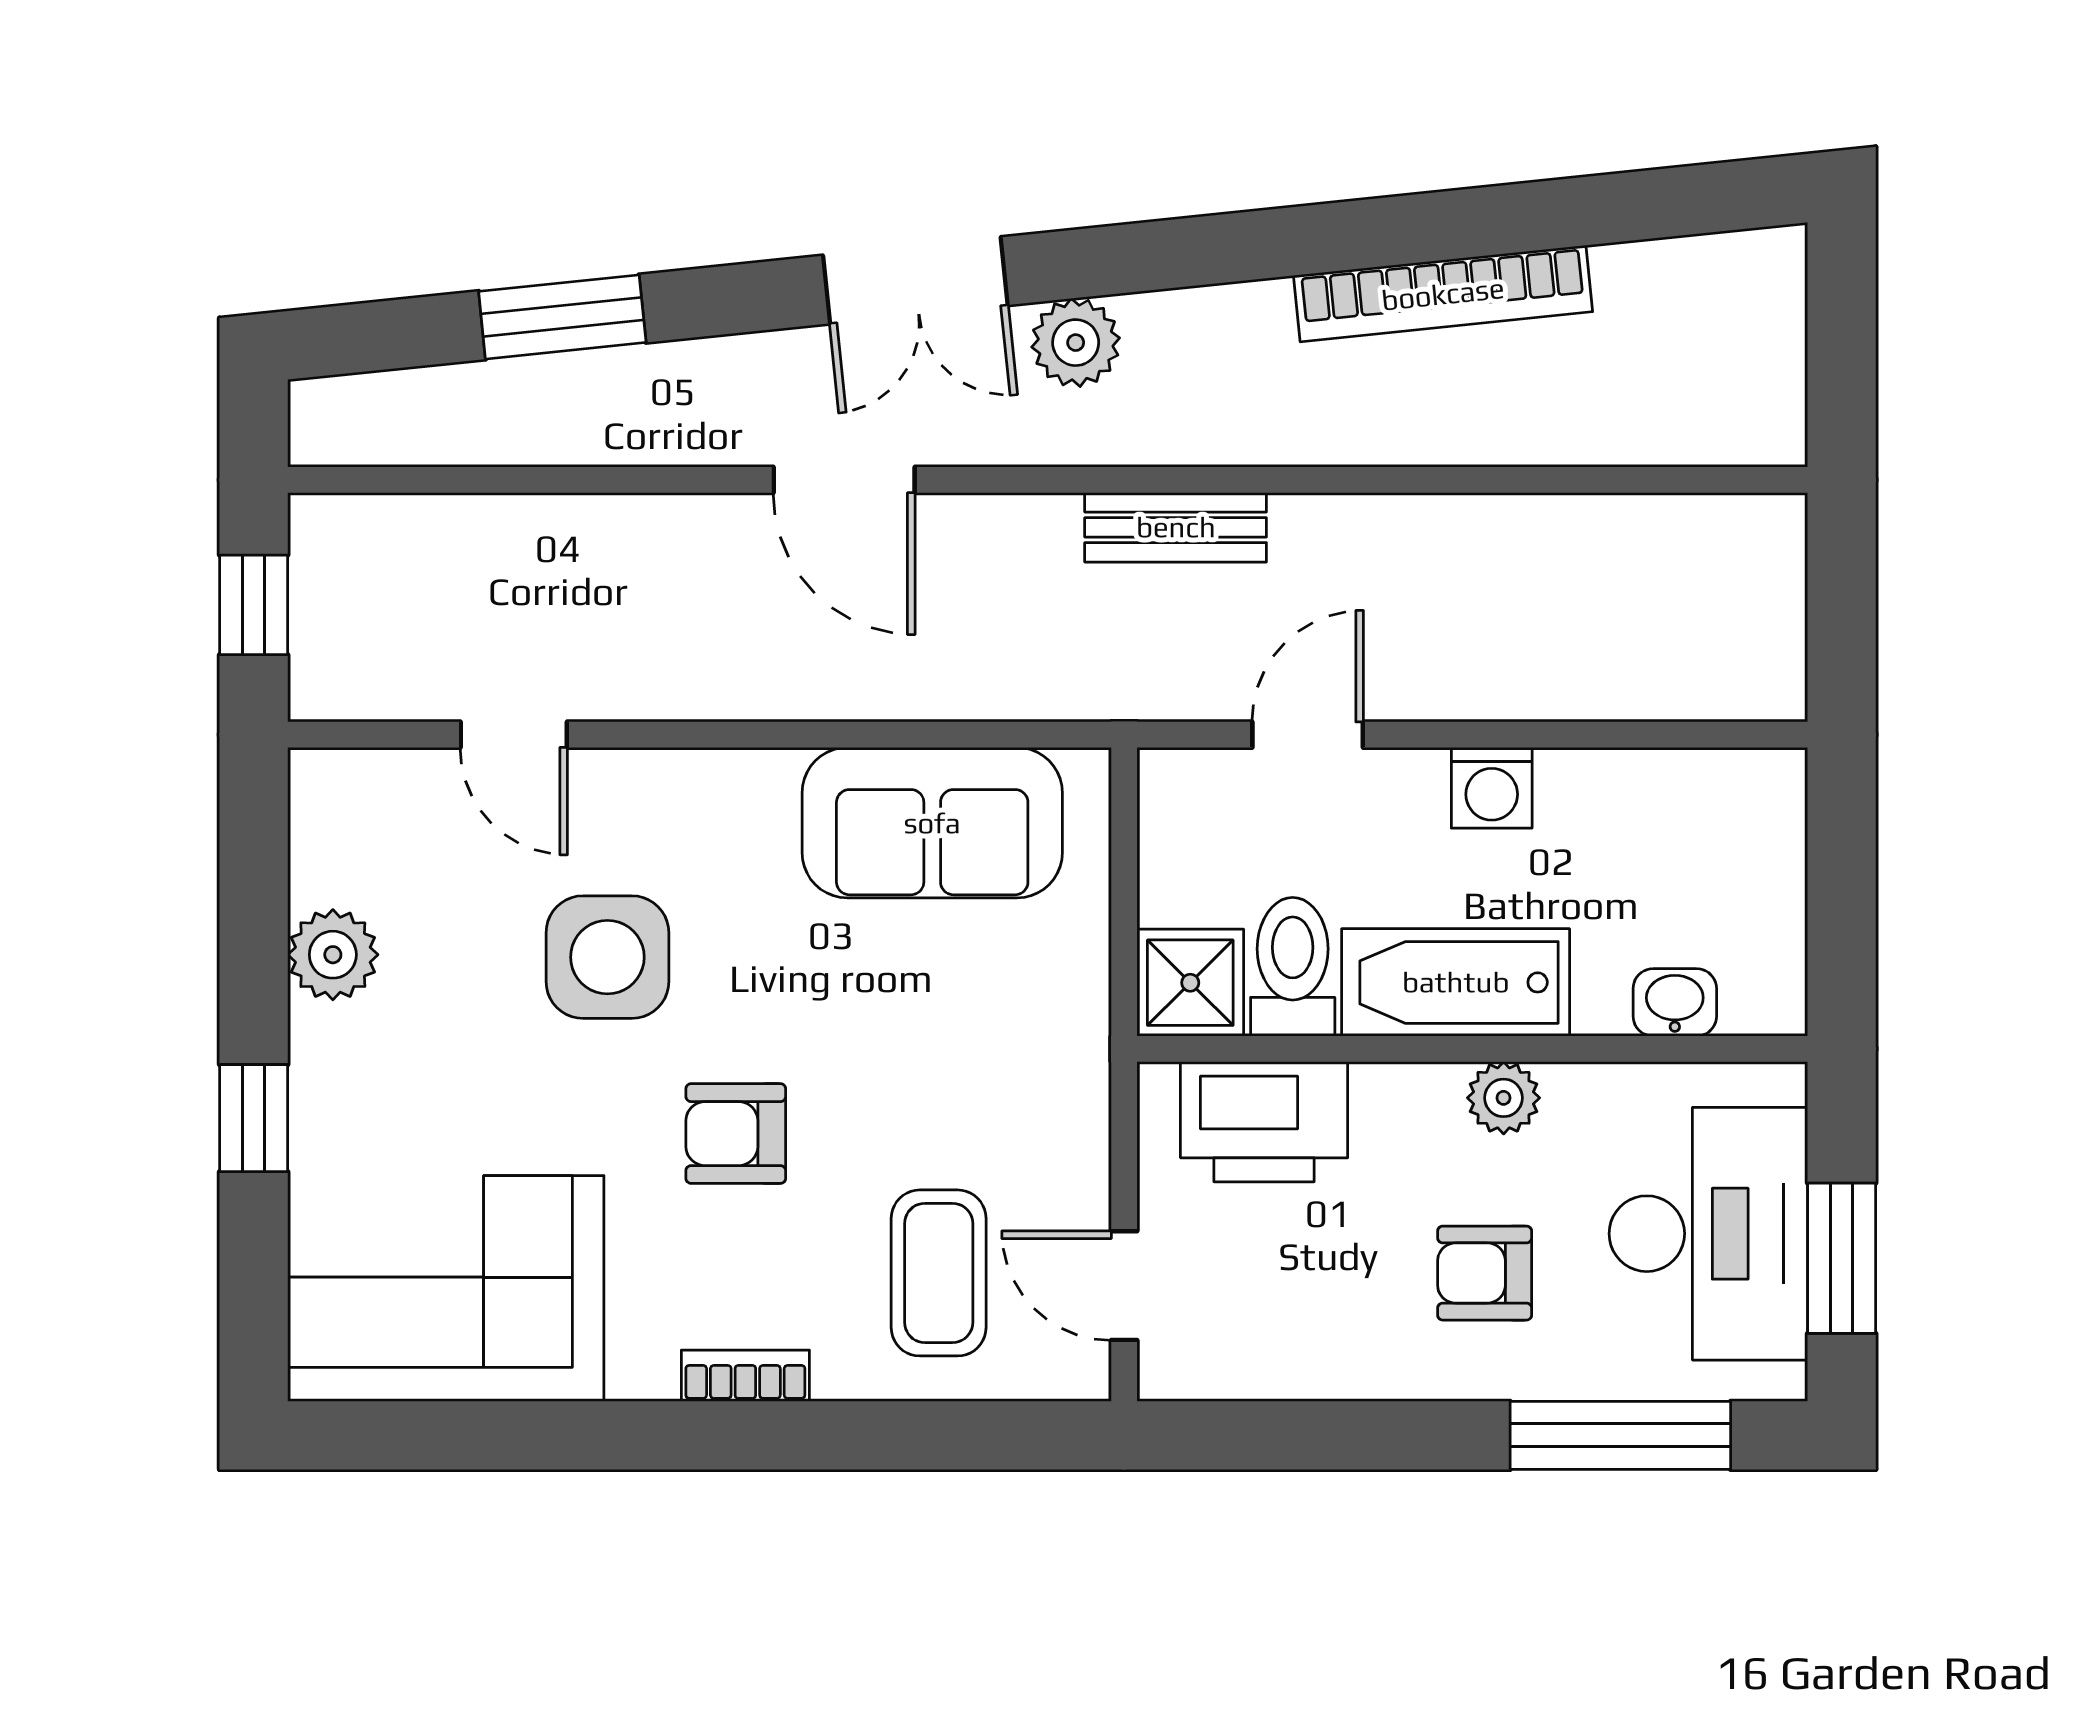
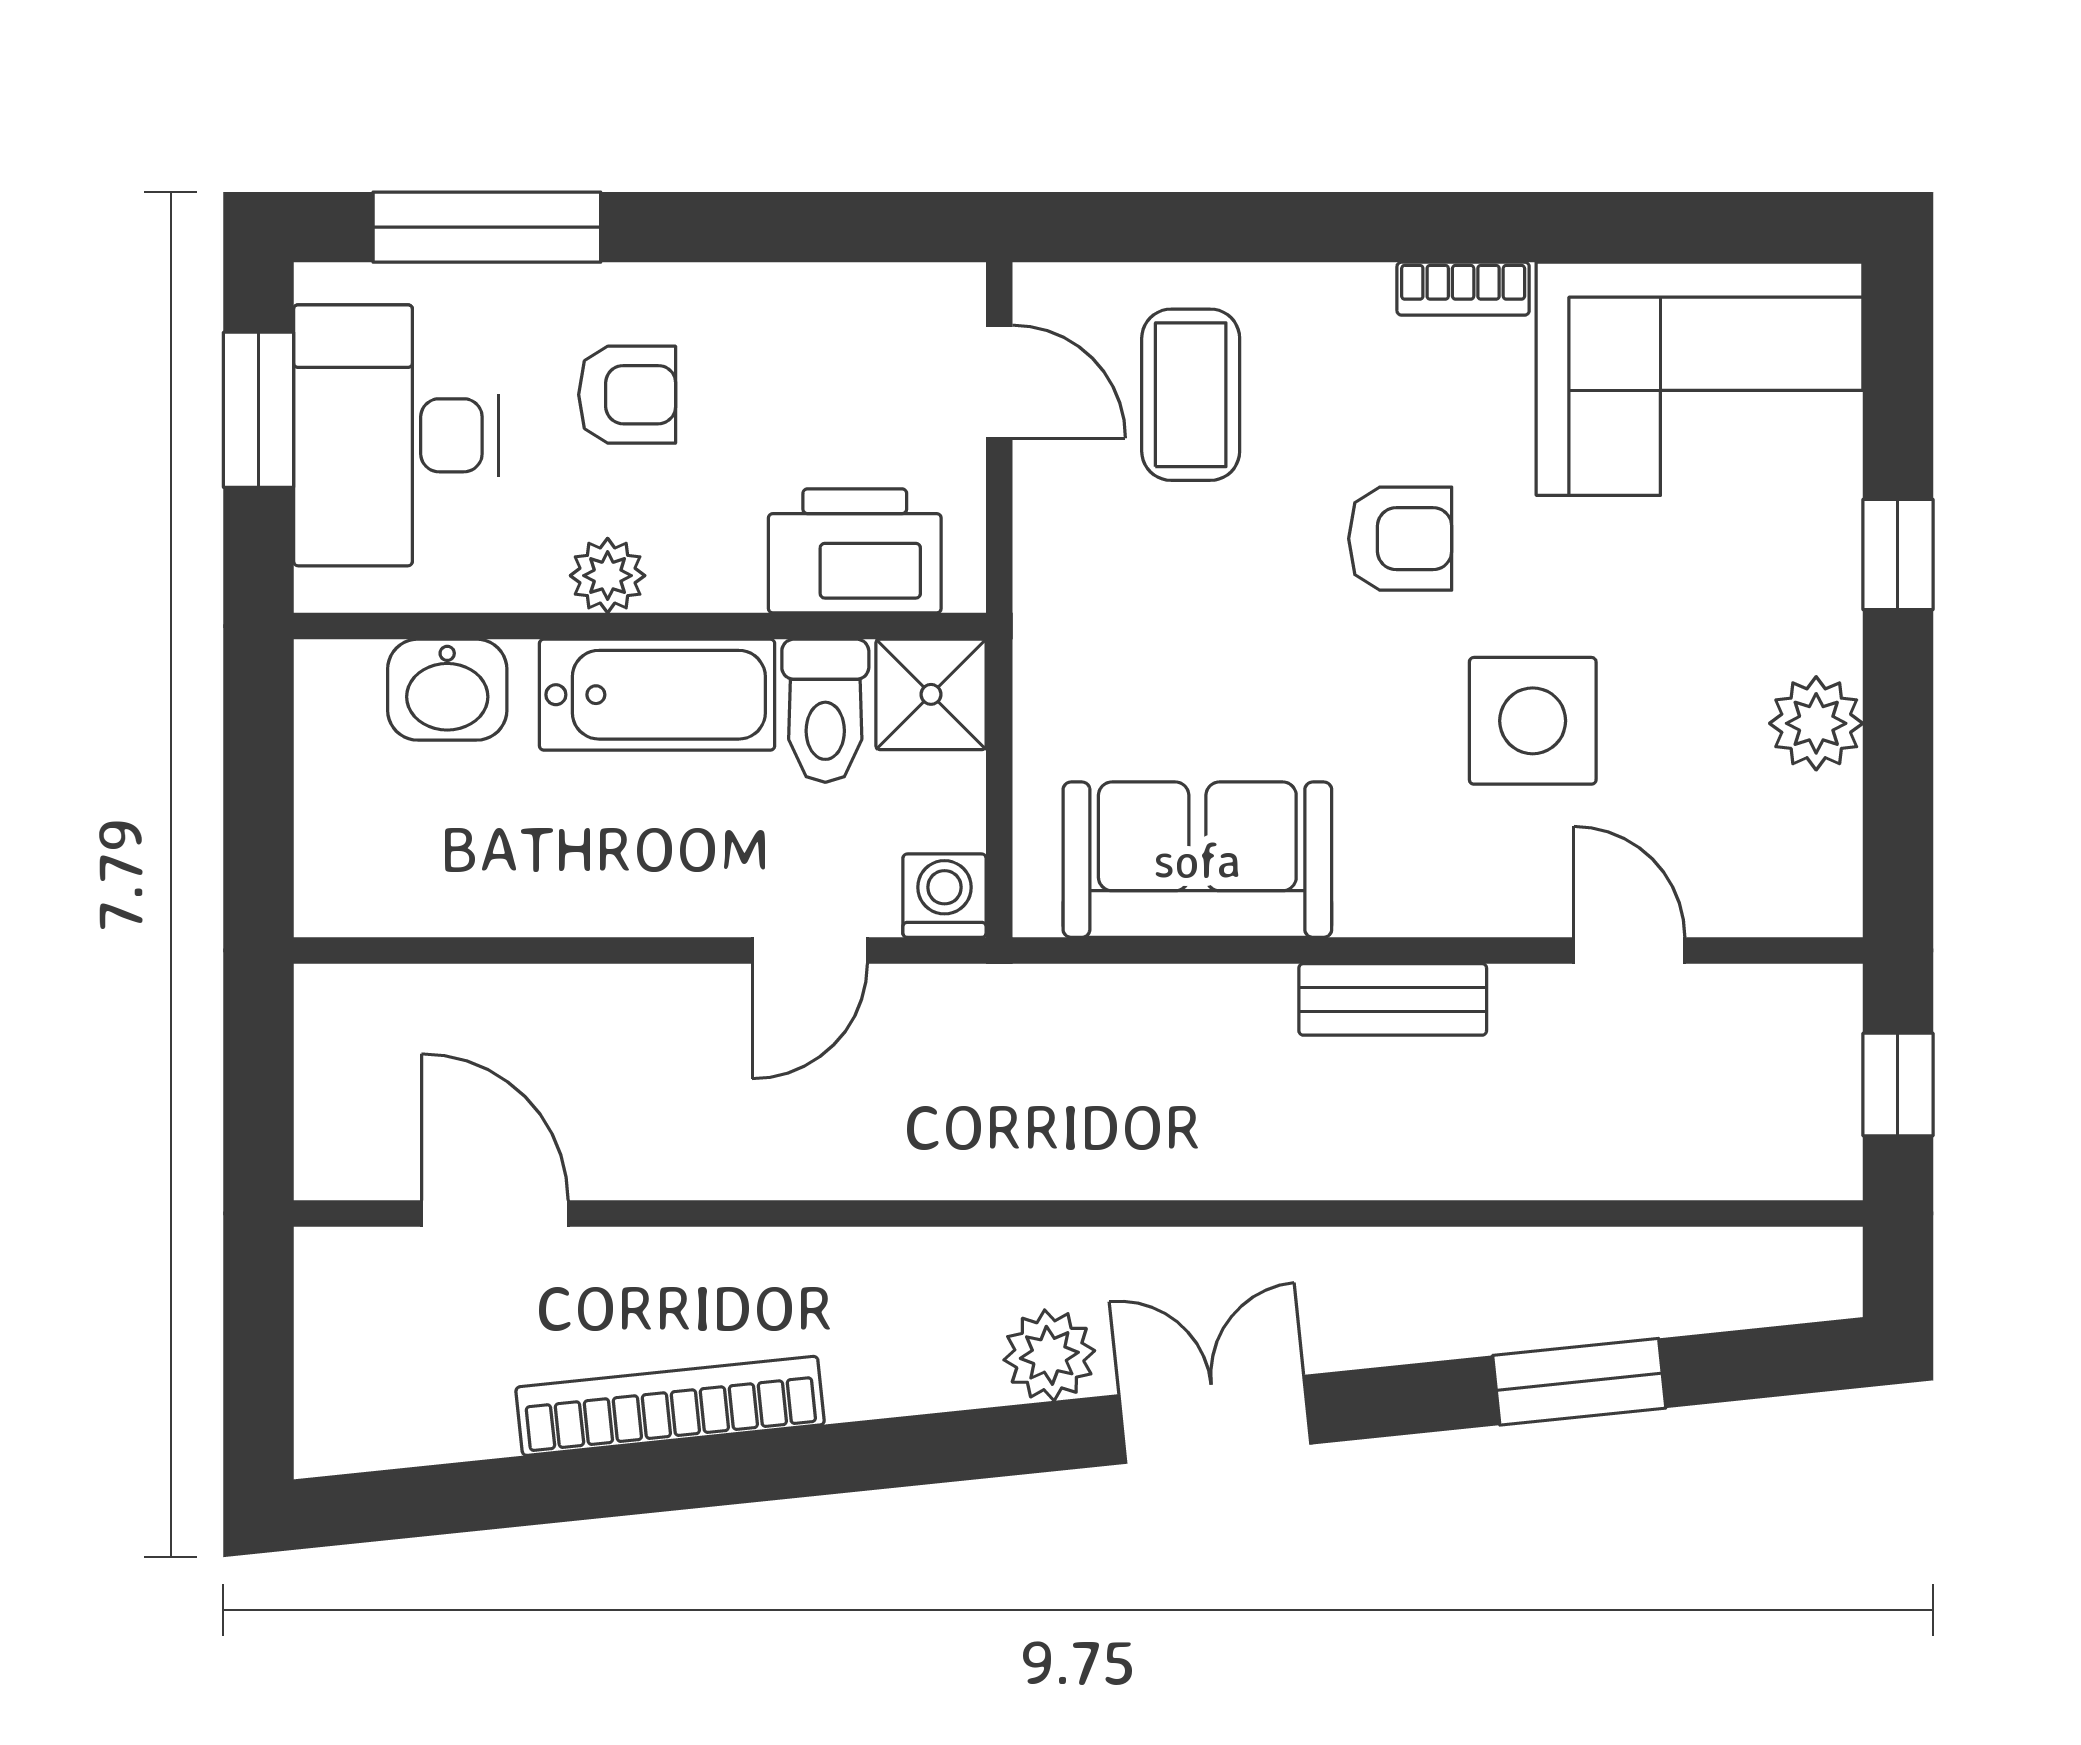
door: (844, 480) -> (495, 1213), moved
bench: (1176, 527) -> (1393, 999), moved
washing machine: (1492, 788) -> (944, 896), moved
washbasin: (1675, 1002) -> (447, 690), width x1.38, depth x1.45
bookcase: (745, 1376) -> (1463, 289), moved

